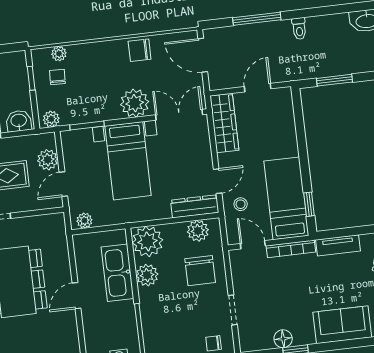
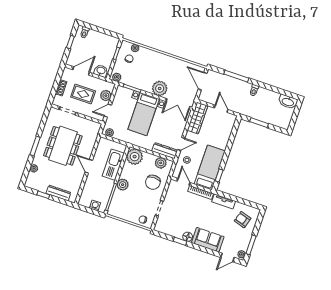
chair: (140, 50) -> (174, 65), removed
door: (258, 88) -> (221, 109), hinge flipped
double door: (179, 115) -> (178, 104), swing flipped
plant: (147, 275) -> (123, 185), moved
door: (76, 296) -> (89, 166), hinge flipped
floor lamp: (283, 339) -> (188, 237), moved

